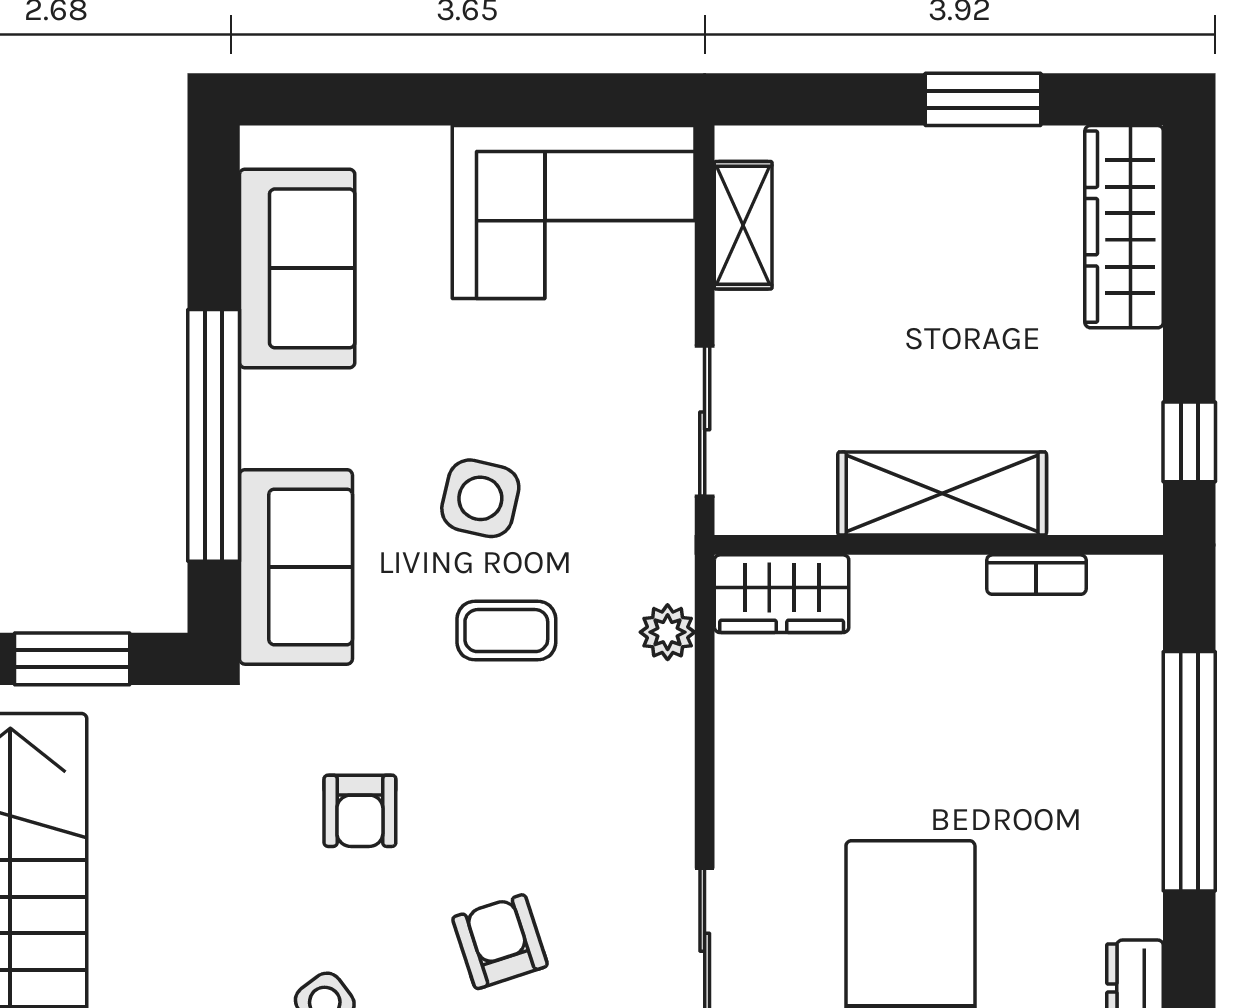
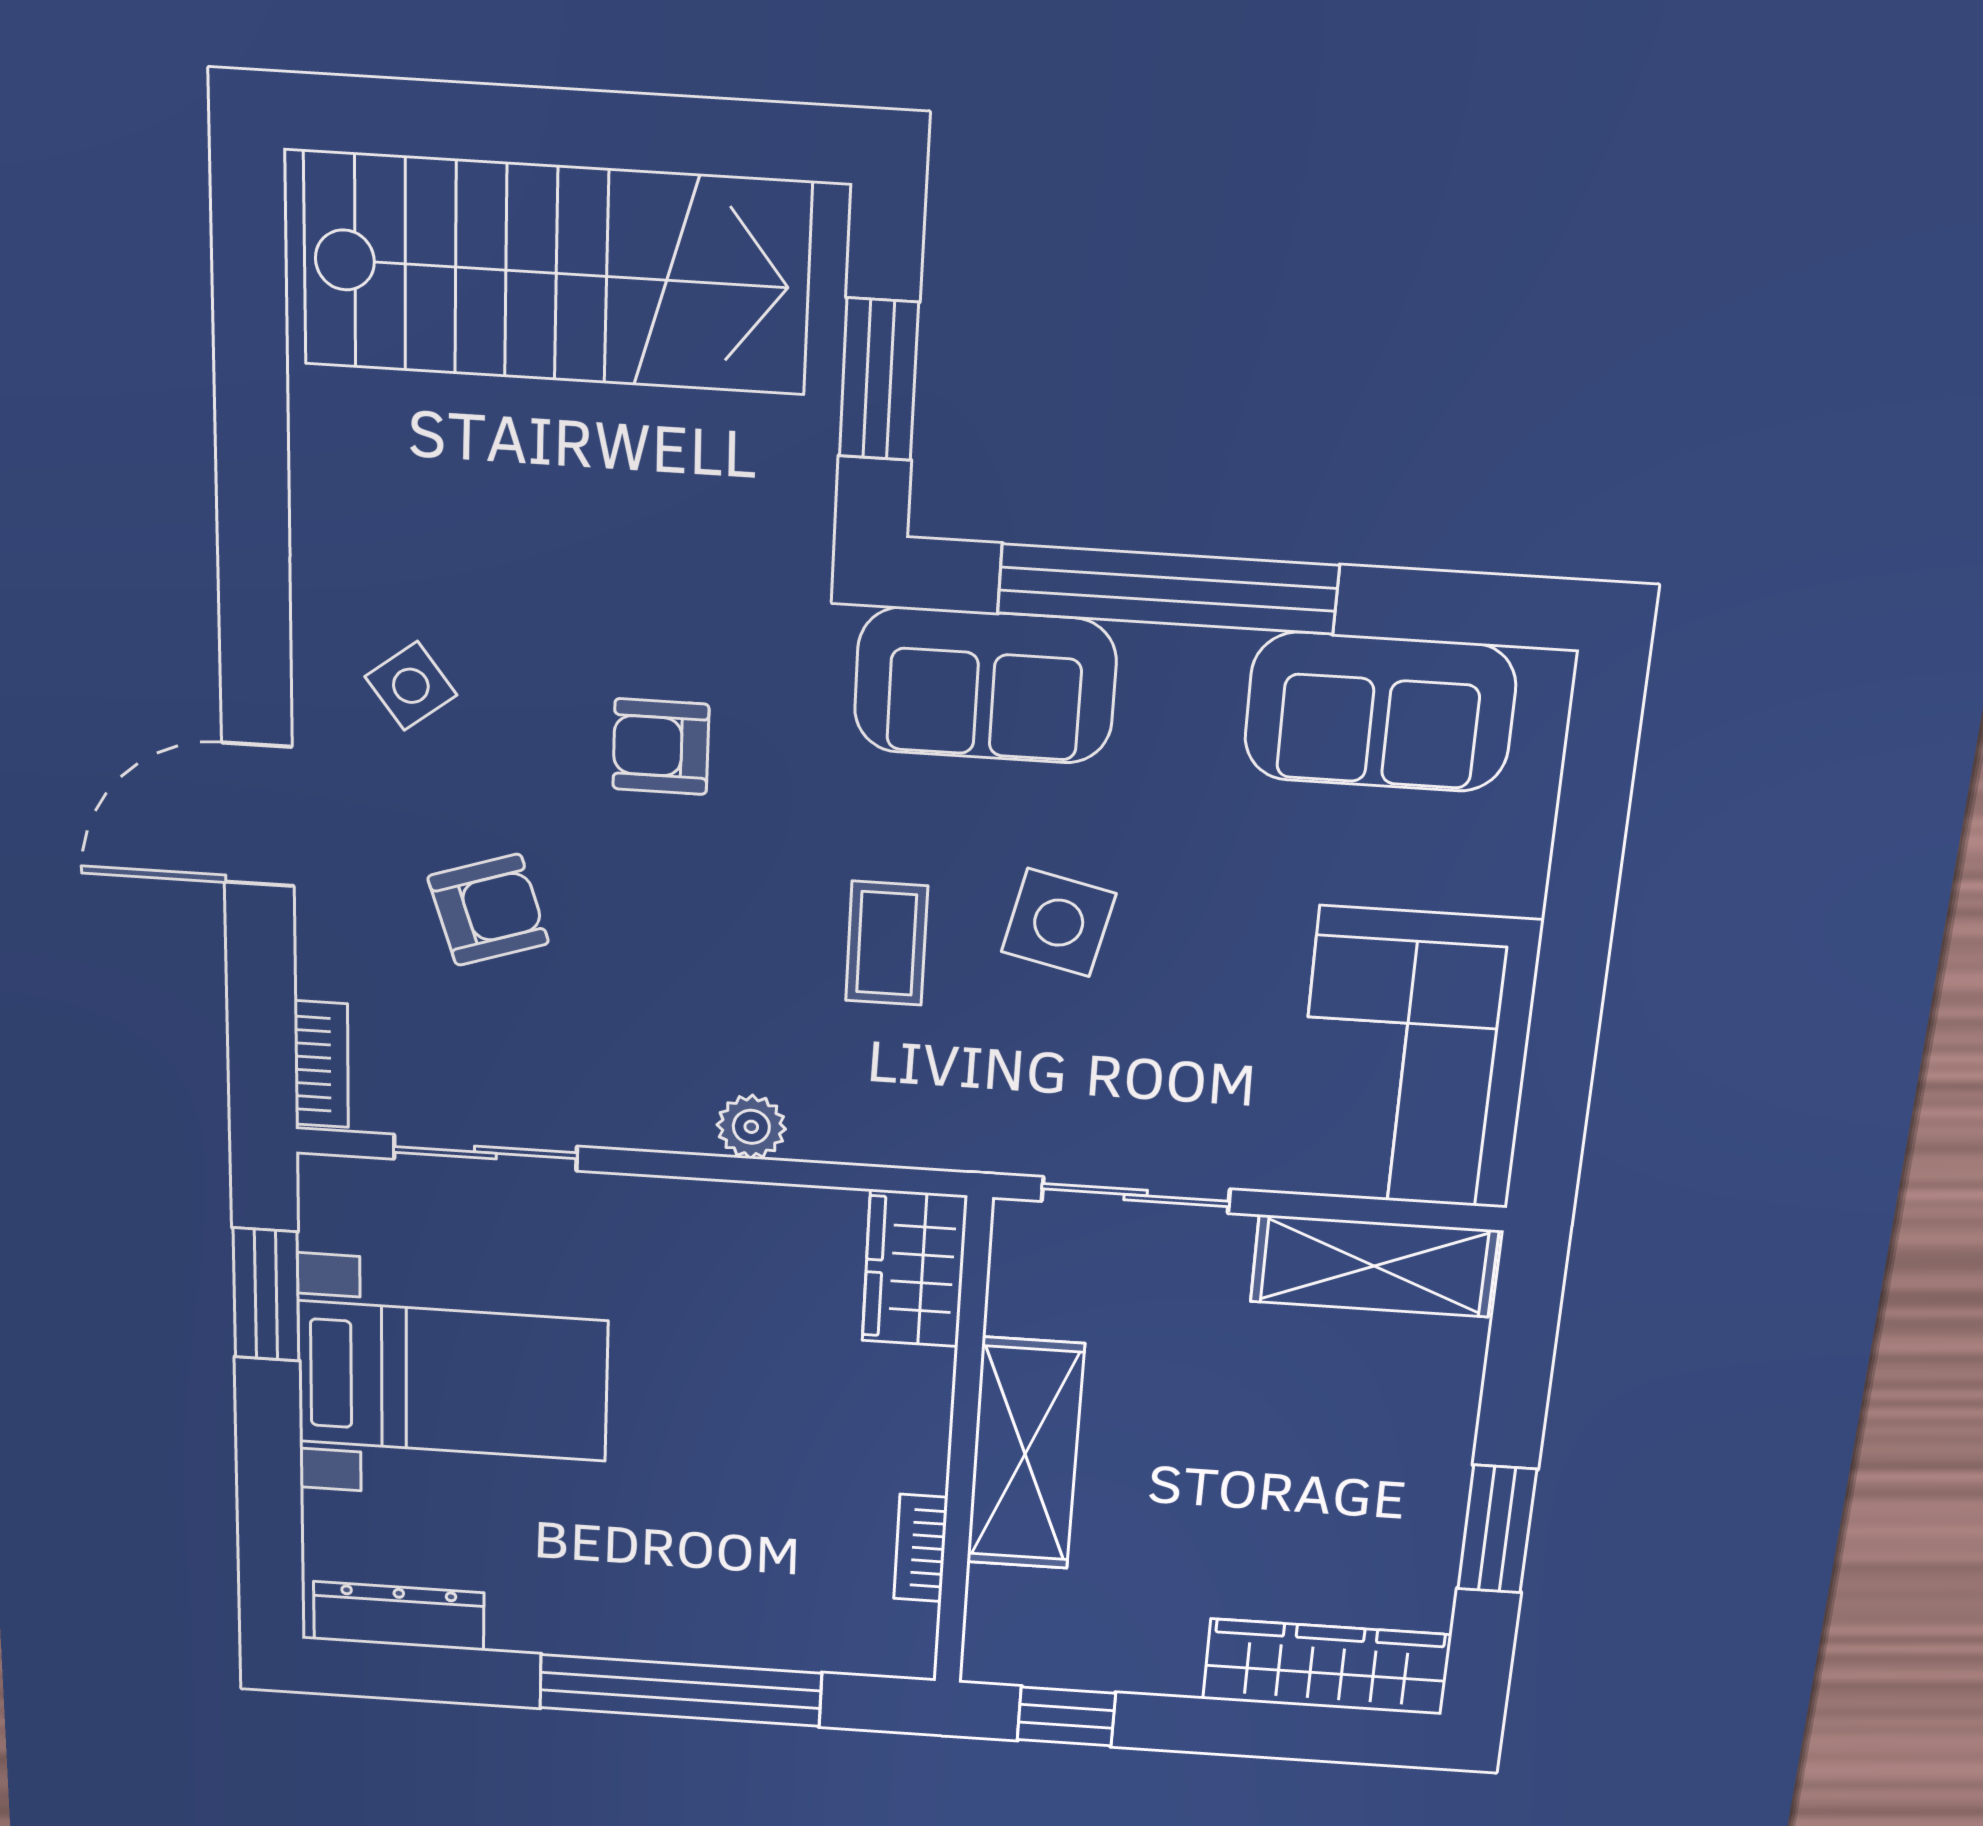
shelving: (743, 225) -> (1374, 1266), width x1.50, depth x1.33
plant: (668, 632) -> (751, 1127), moved

